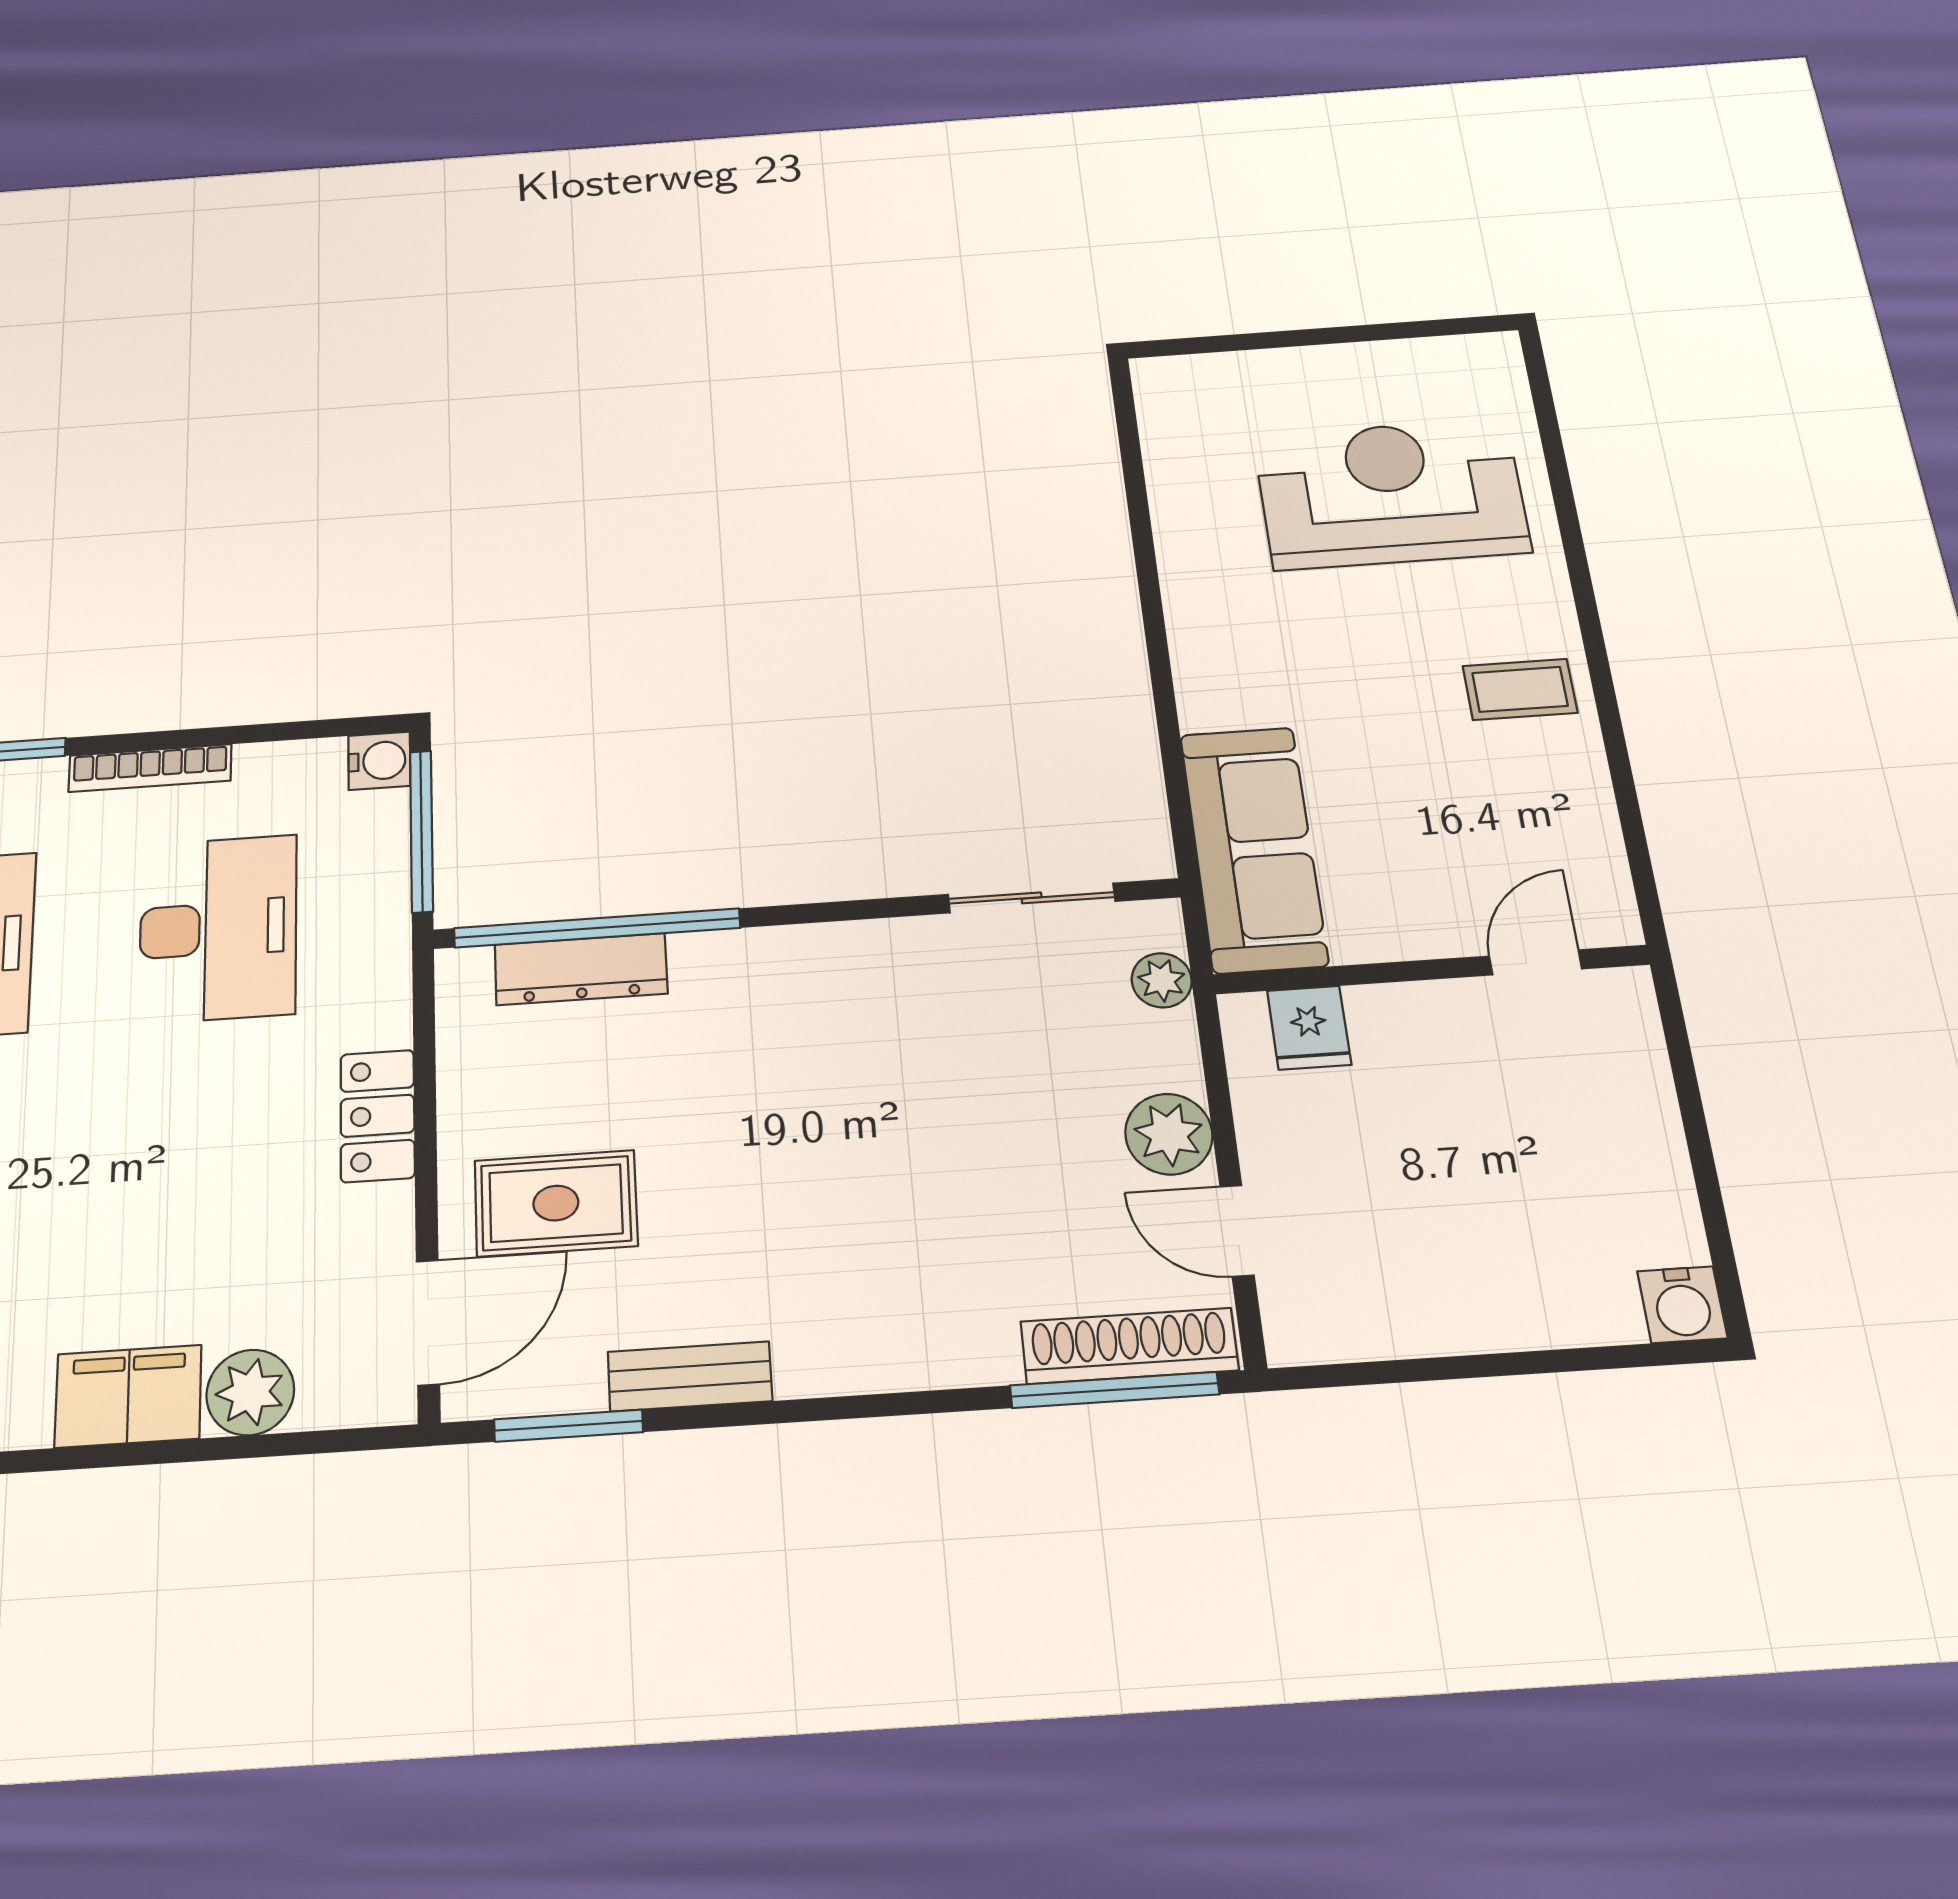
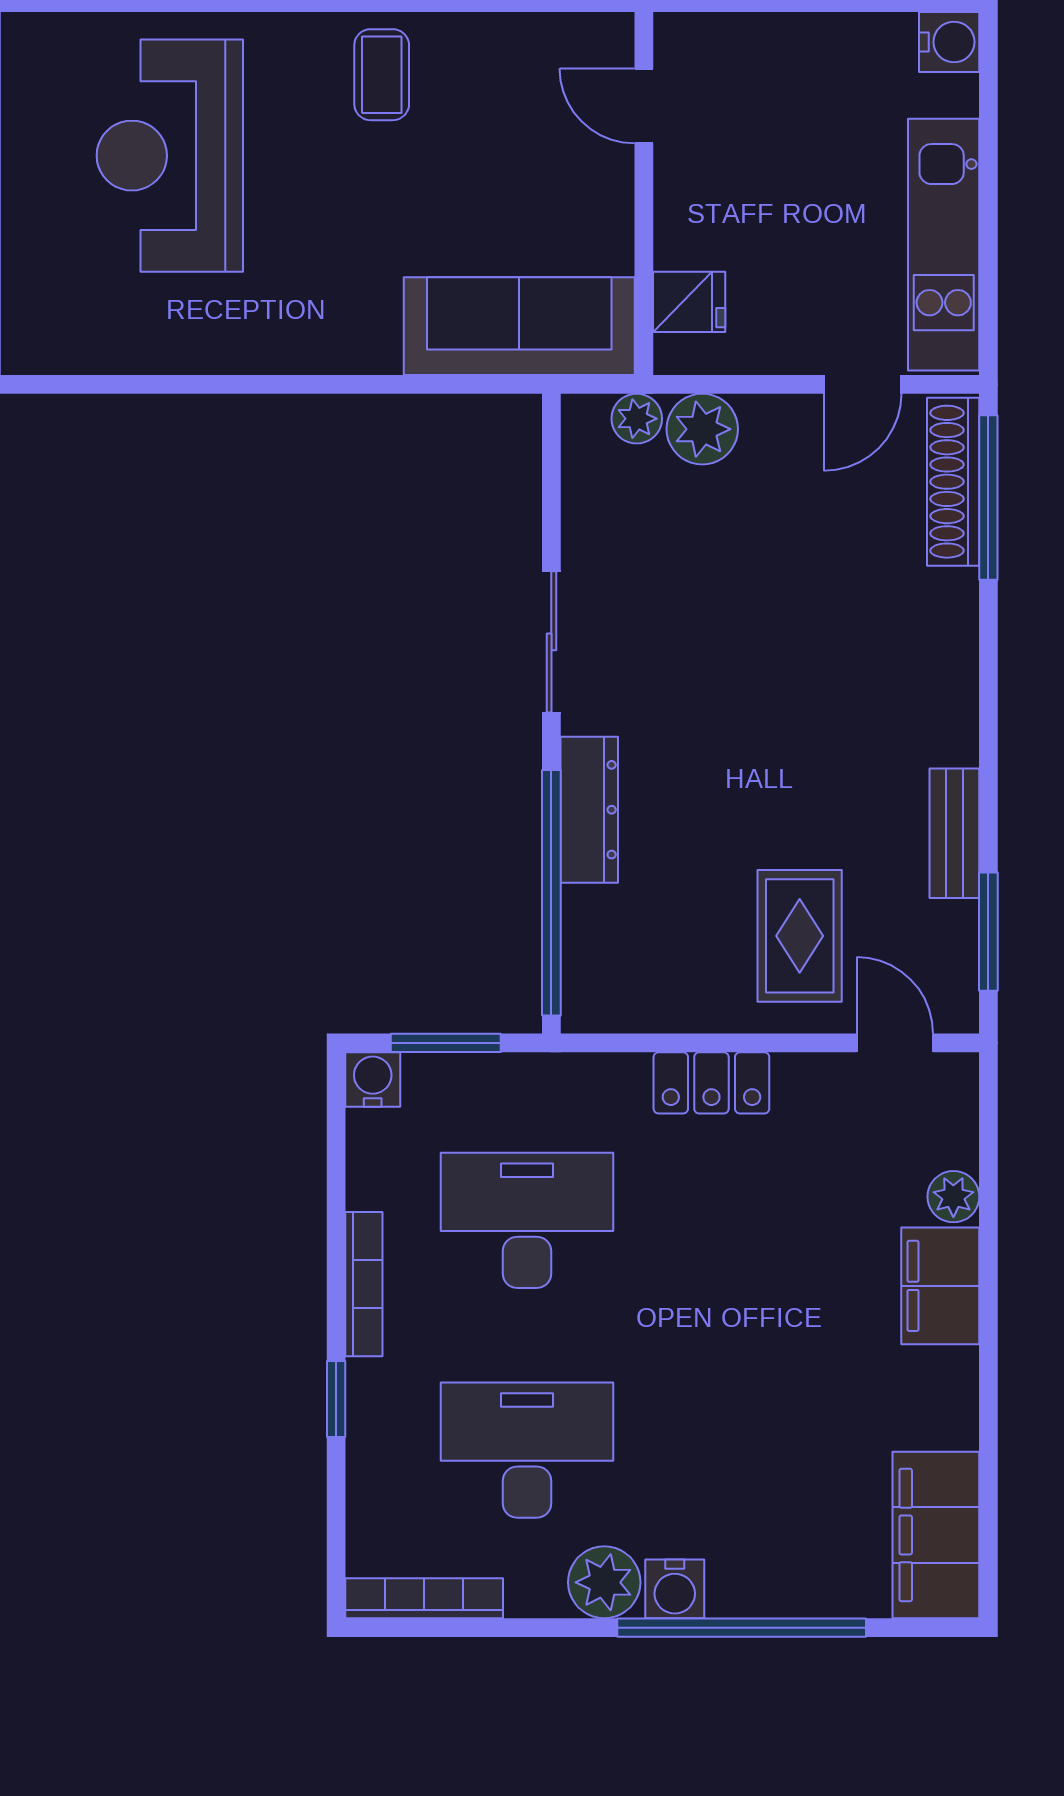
window: (422, 831) -> (446, 1043), width x0.69
sliding door: (1032, 898) -> (551, 642), moved
dresser: (581, 969) -> (589, 810), moved
plant: (1169, 1134) -> (702, 429), moved
kitchen unit: (1425, 1315) -> (944, 245), added
door: (428, 1322) -> (895, 1043), width x0.73
plant: (250, 1392) -> (953, 1197), width x0.73, depth x0.73

